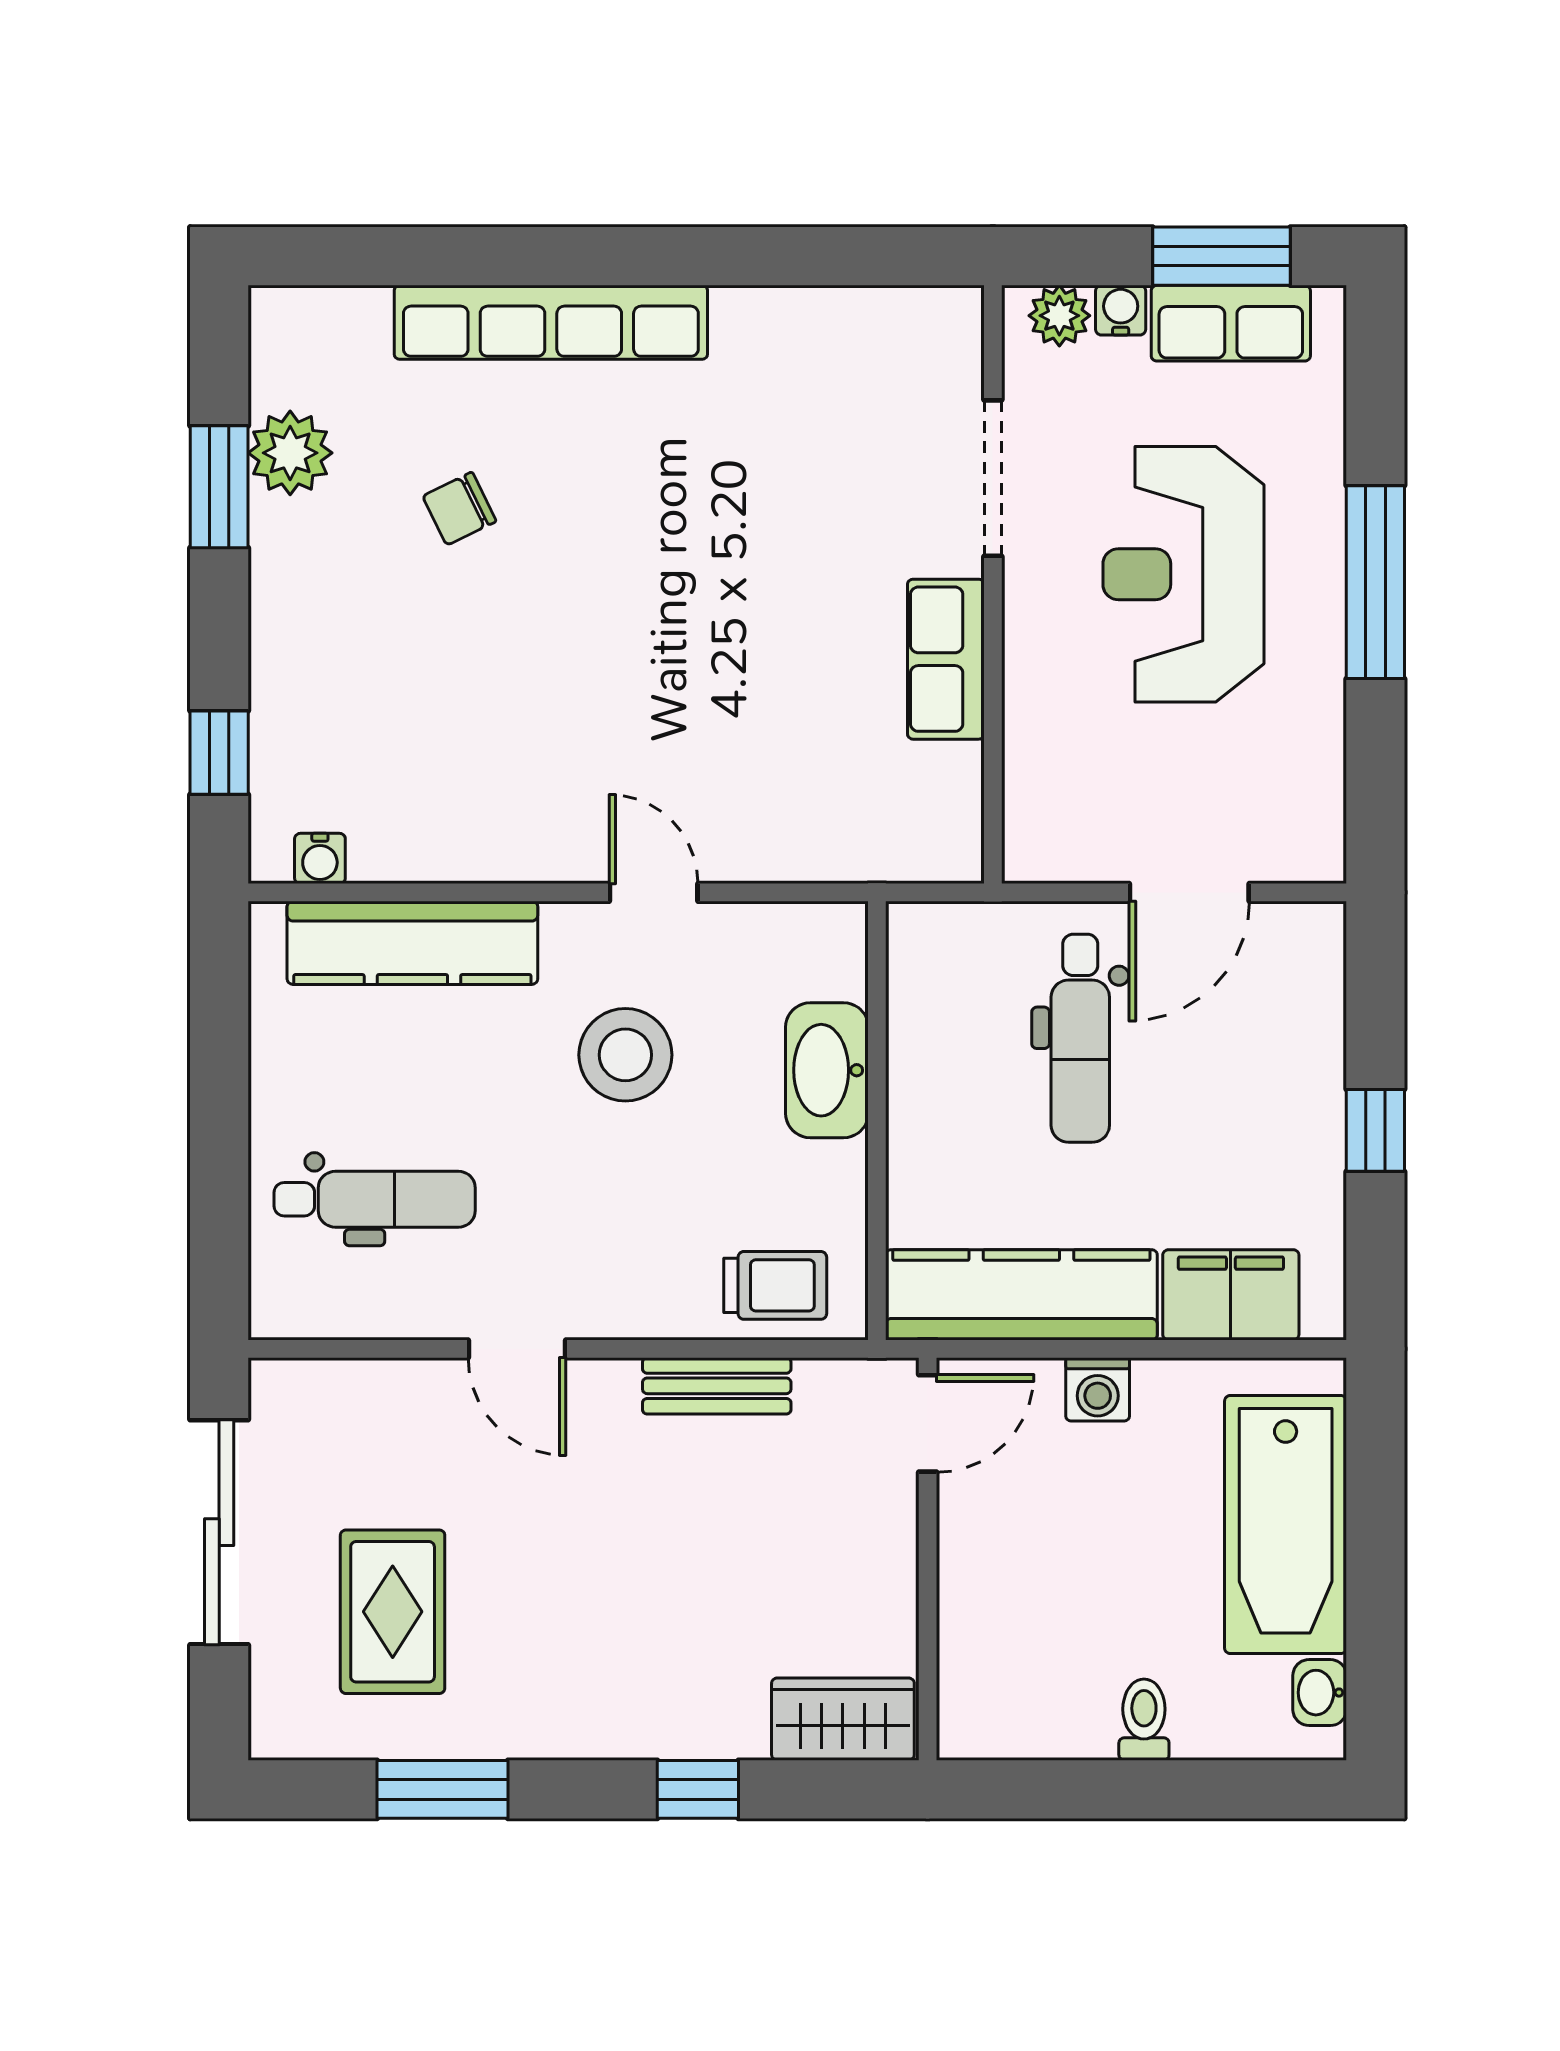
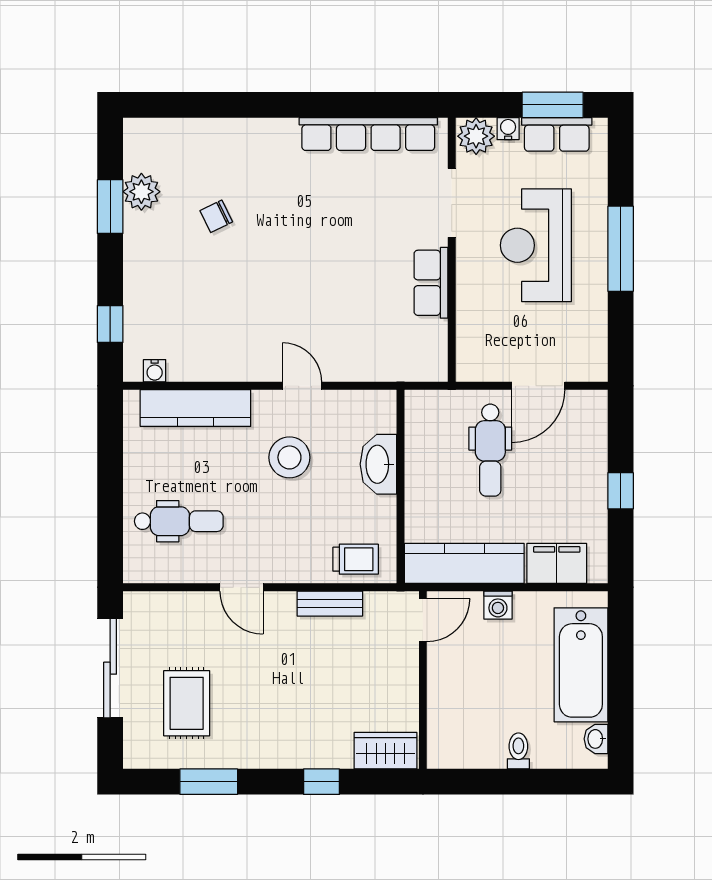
plant: (1059, 316) -> (476, 136), width x1.38, depth x1.38
row of seats: (551, 322) -> (368, 134), moved

